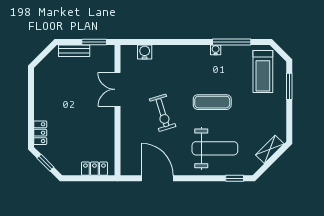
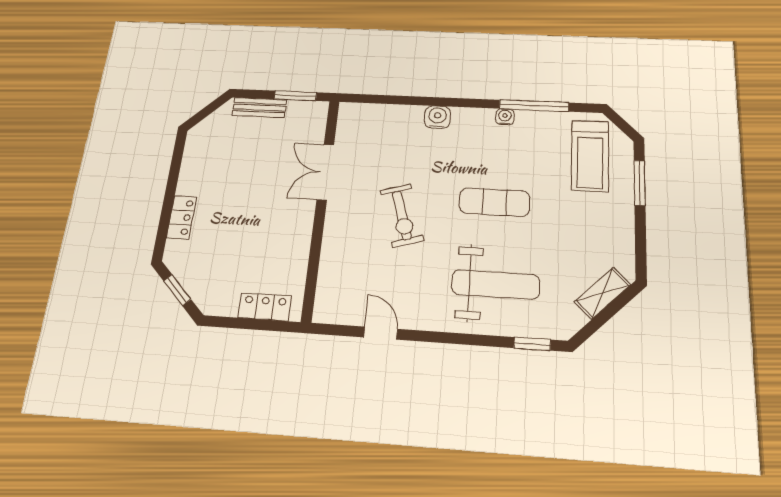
water cooler: (145, 52) -> (437, 117), moved
locker: (40, 133) -> (181, 217), moved
door: (157, 178) -> (381, 333), width x0.53

